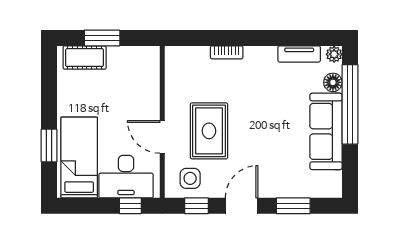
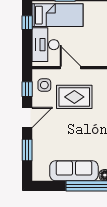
door: (162, 137) -> (70, 68), hinge flipped
window: (130, 206) -> (27, 23), moved
door: (242, 206) -> (27, 118), hinge flipped

